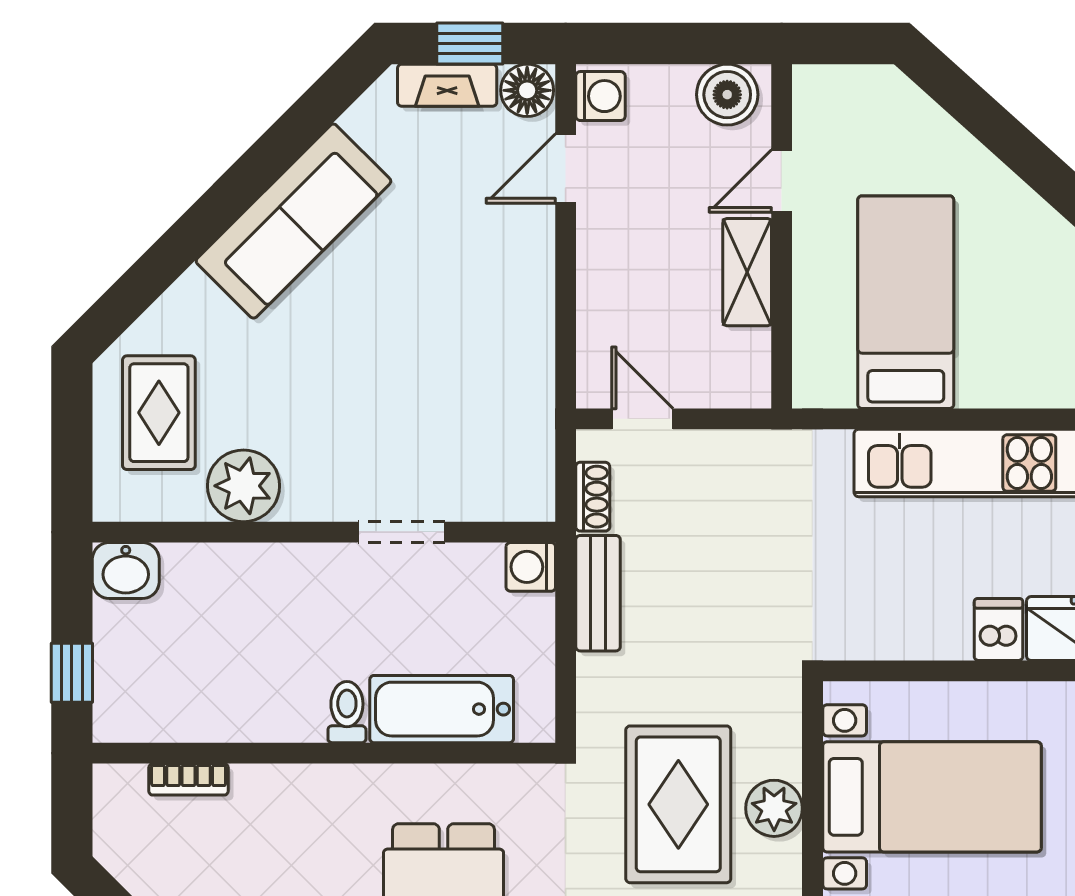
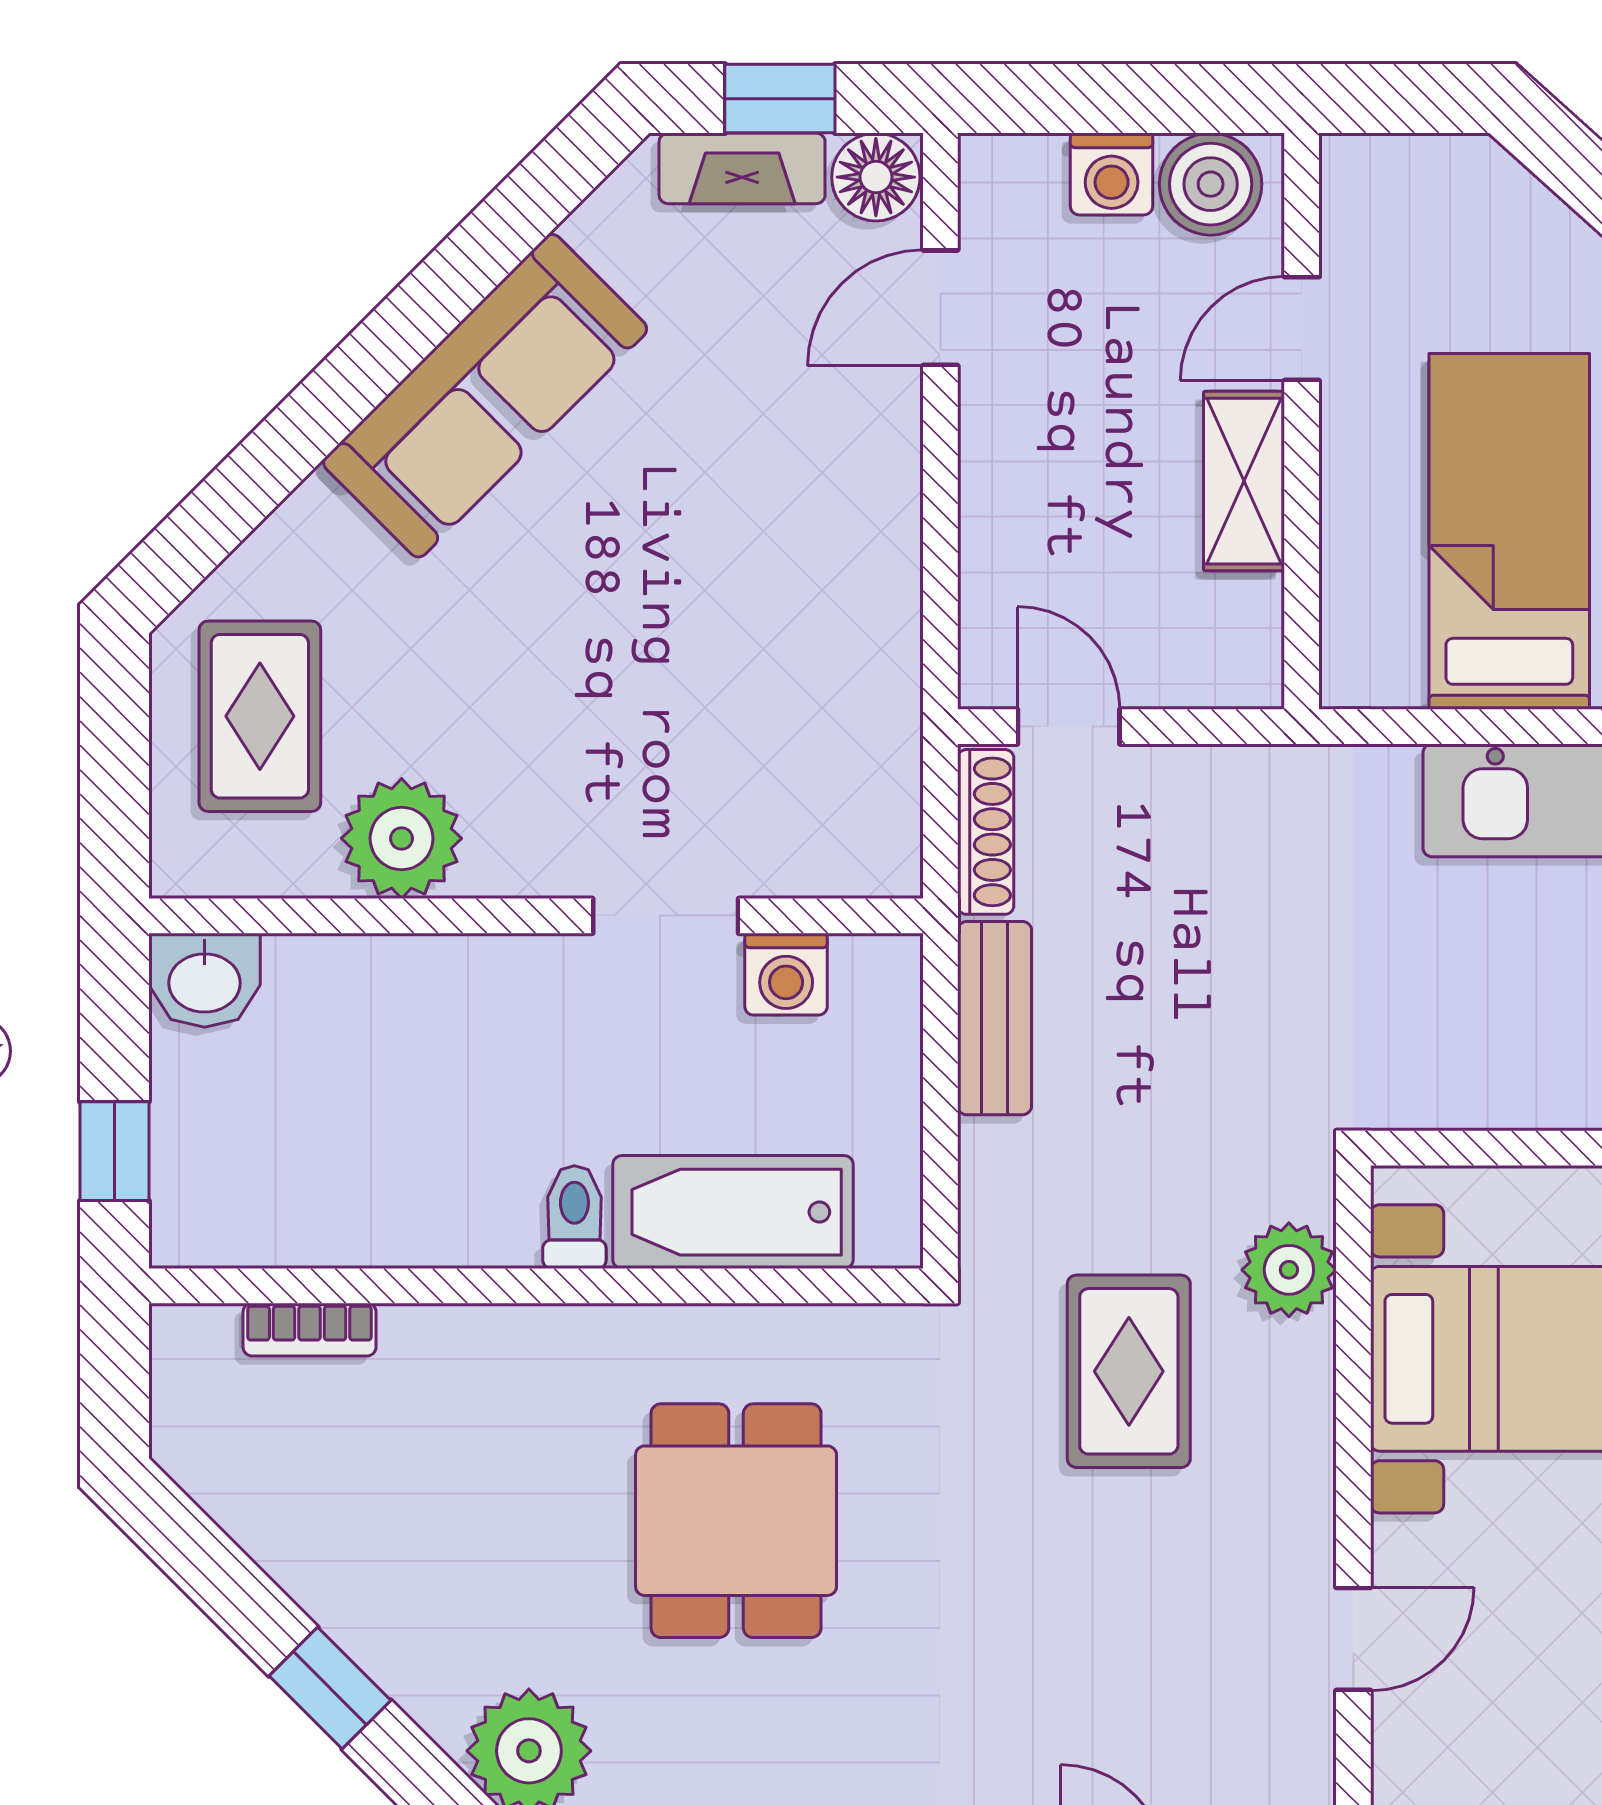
washing machine: (600, 96) -> (1112, 174), moved, turned 90
shoe rack: (593, 497) -> (986, 832), width x1.43
washing machine: (531, 567) -> (786, 974), moved, turned -90
rug: (678, 804) -> (1129, 1371), width x0.73, depth x0.70
plant: (774, 808) -> (1289, 1270), moved

